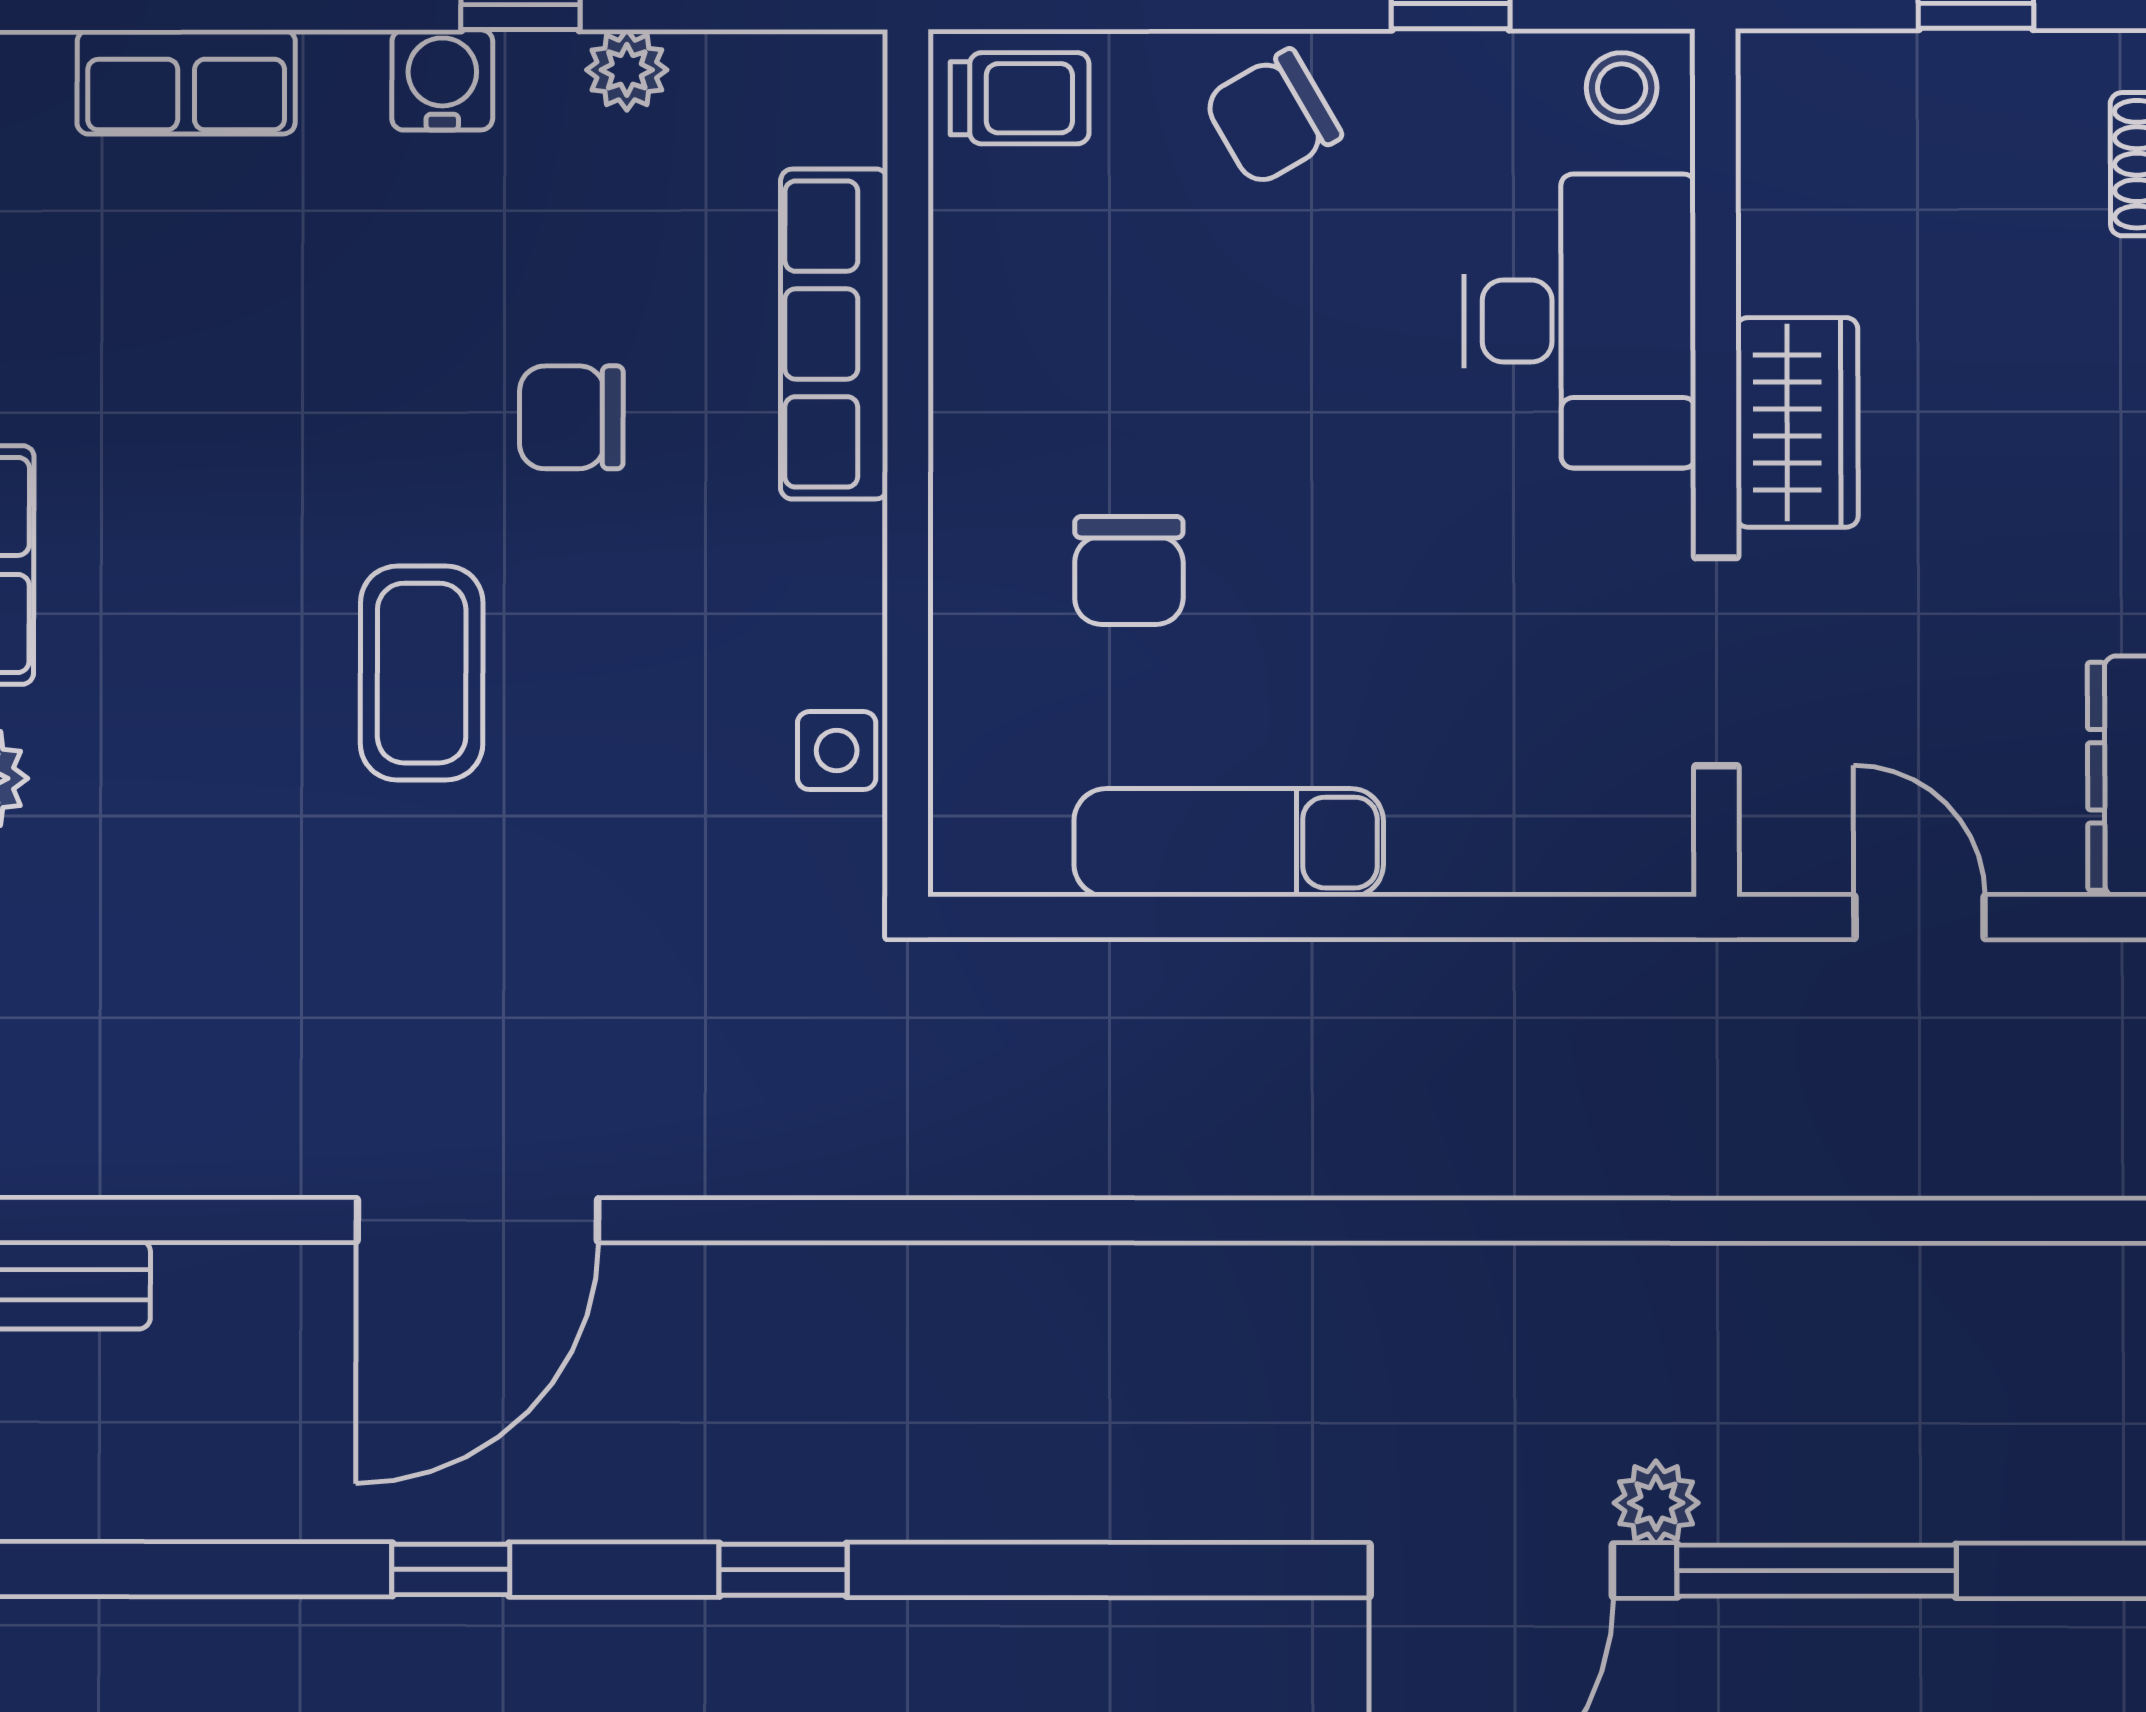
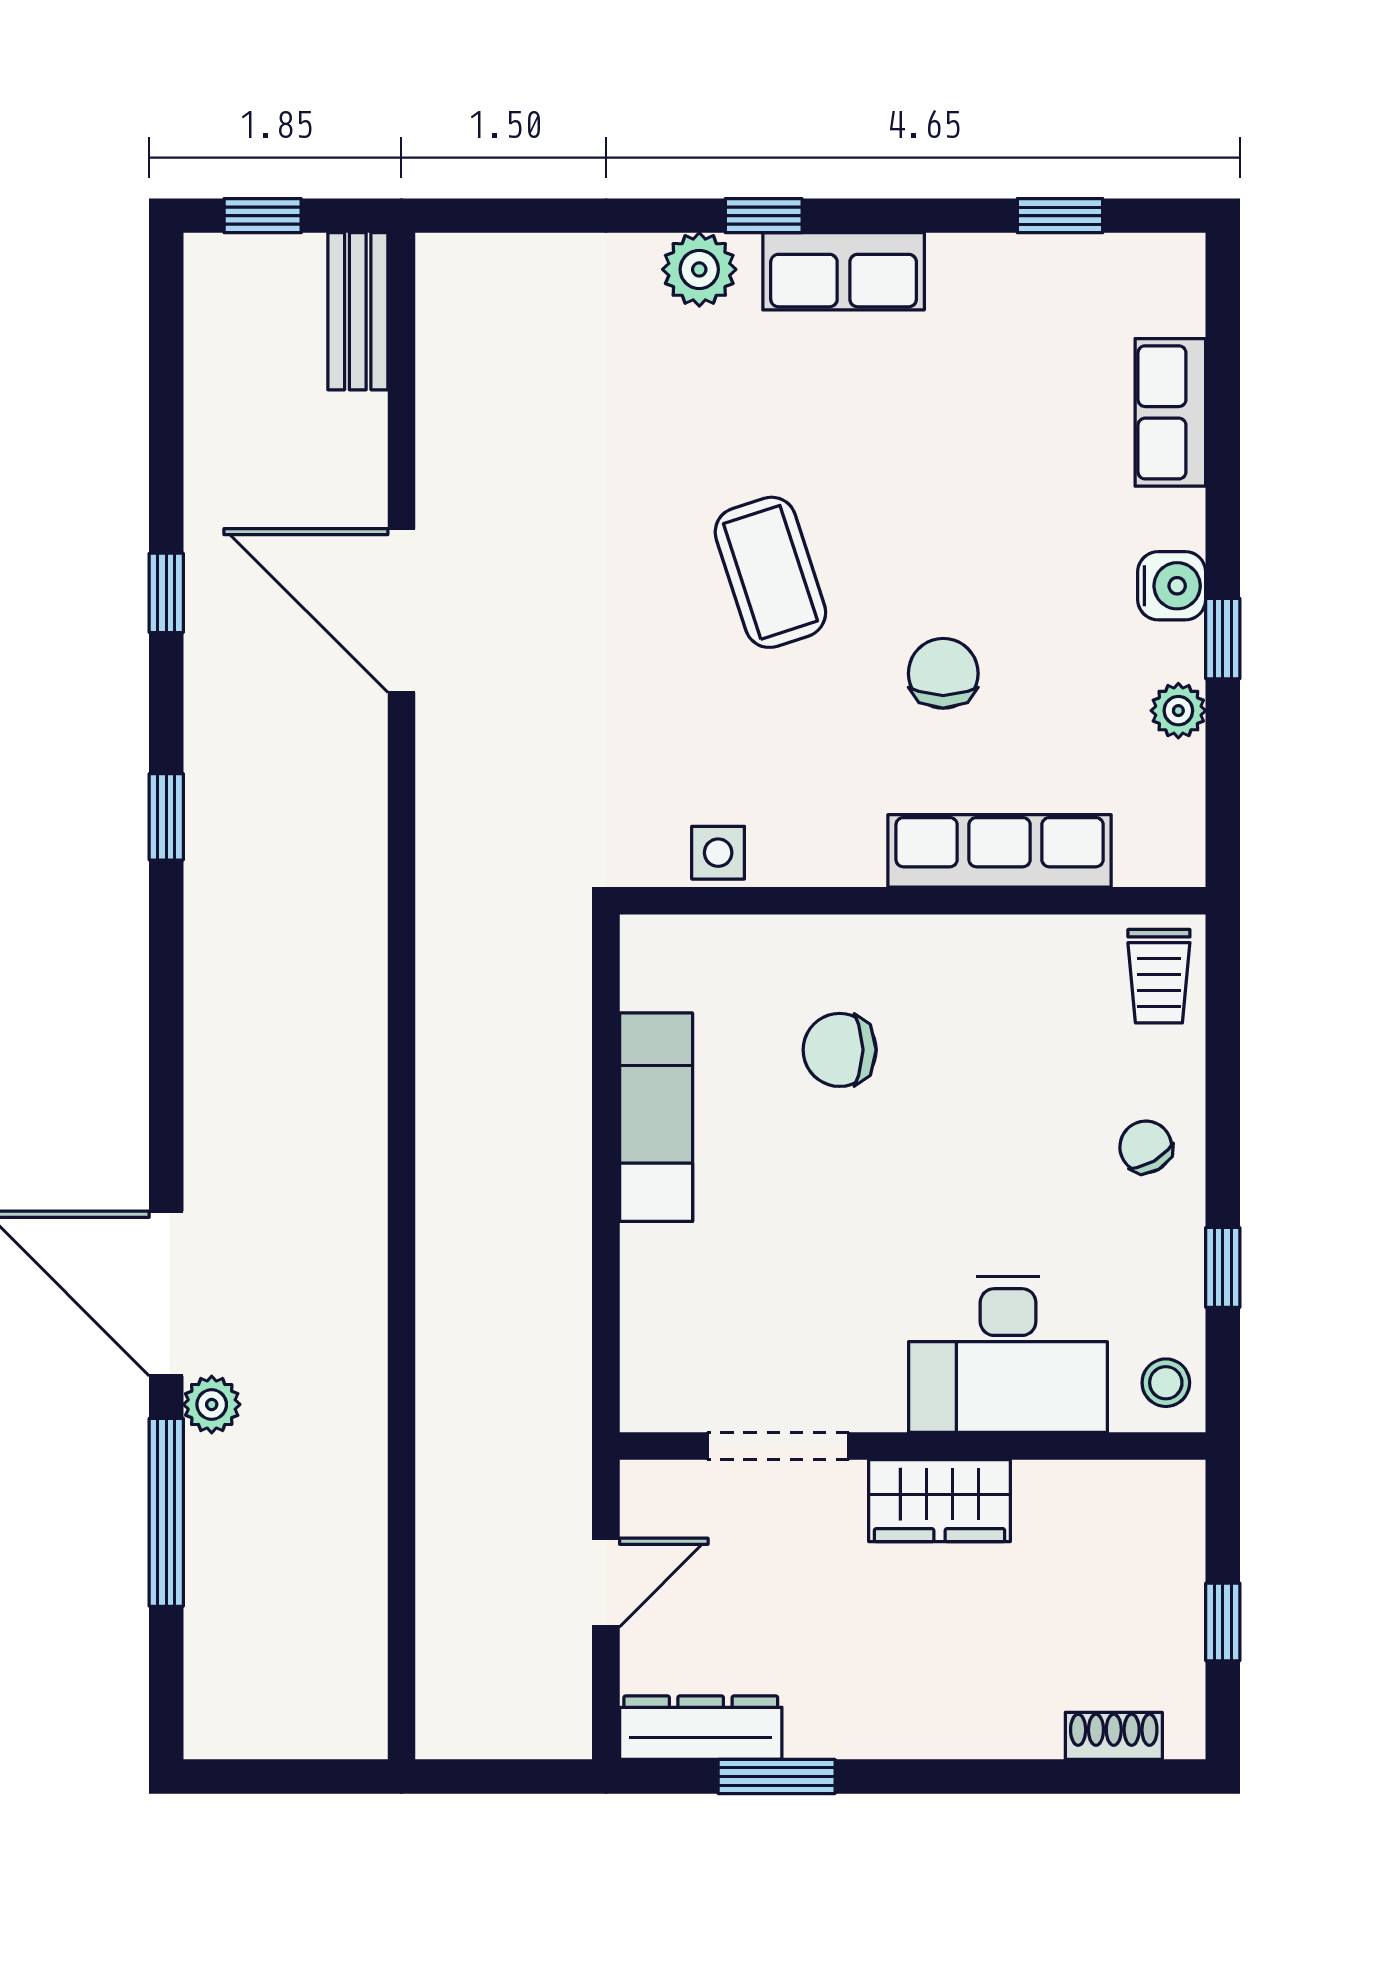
chair: (1272, 118) -> (1146, 1147), width x0.73, depth x0.73
coffee table: (422, 673) -> (770, 572), turned 72

